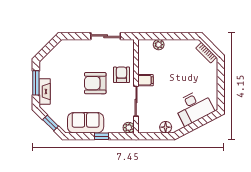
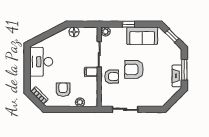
armchair: (178, 59) -> (63, 90), added
armchair: (121, 75) -> (112, 77), turned -90
armchair: (95, 83) -> (134, 69), turned 180
fireplace: (45, 91) -> (177, 76), moved
desk: (194, 107) -> (41, 62), moved, turned -63

